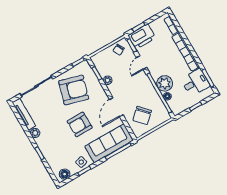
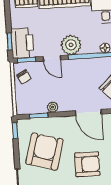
plant: (165, 83) -> (71, 45), moved
armchair: (80, 124) -> (87, 164), turned -90

